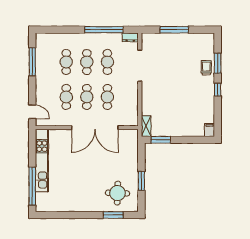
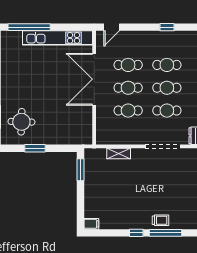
window: (32, 62) -> (167, 27), width x0.46
window: (218, 63) -> (165, 233), width x1.44
shelving: (146, 126) -> (119, 153), moved
double door: (95, 128) -> (94, 79), moved

